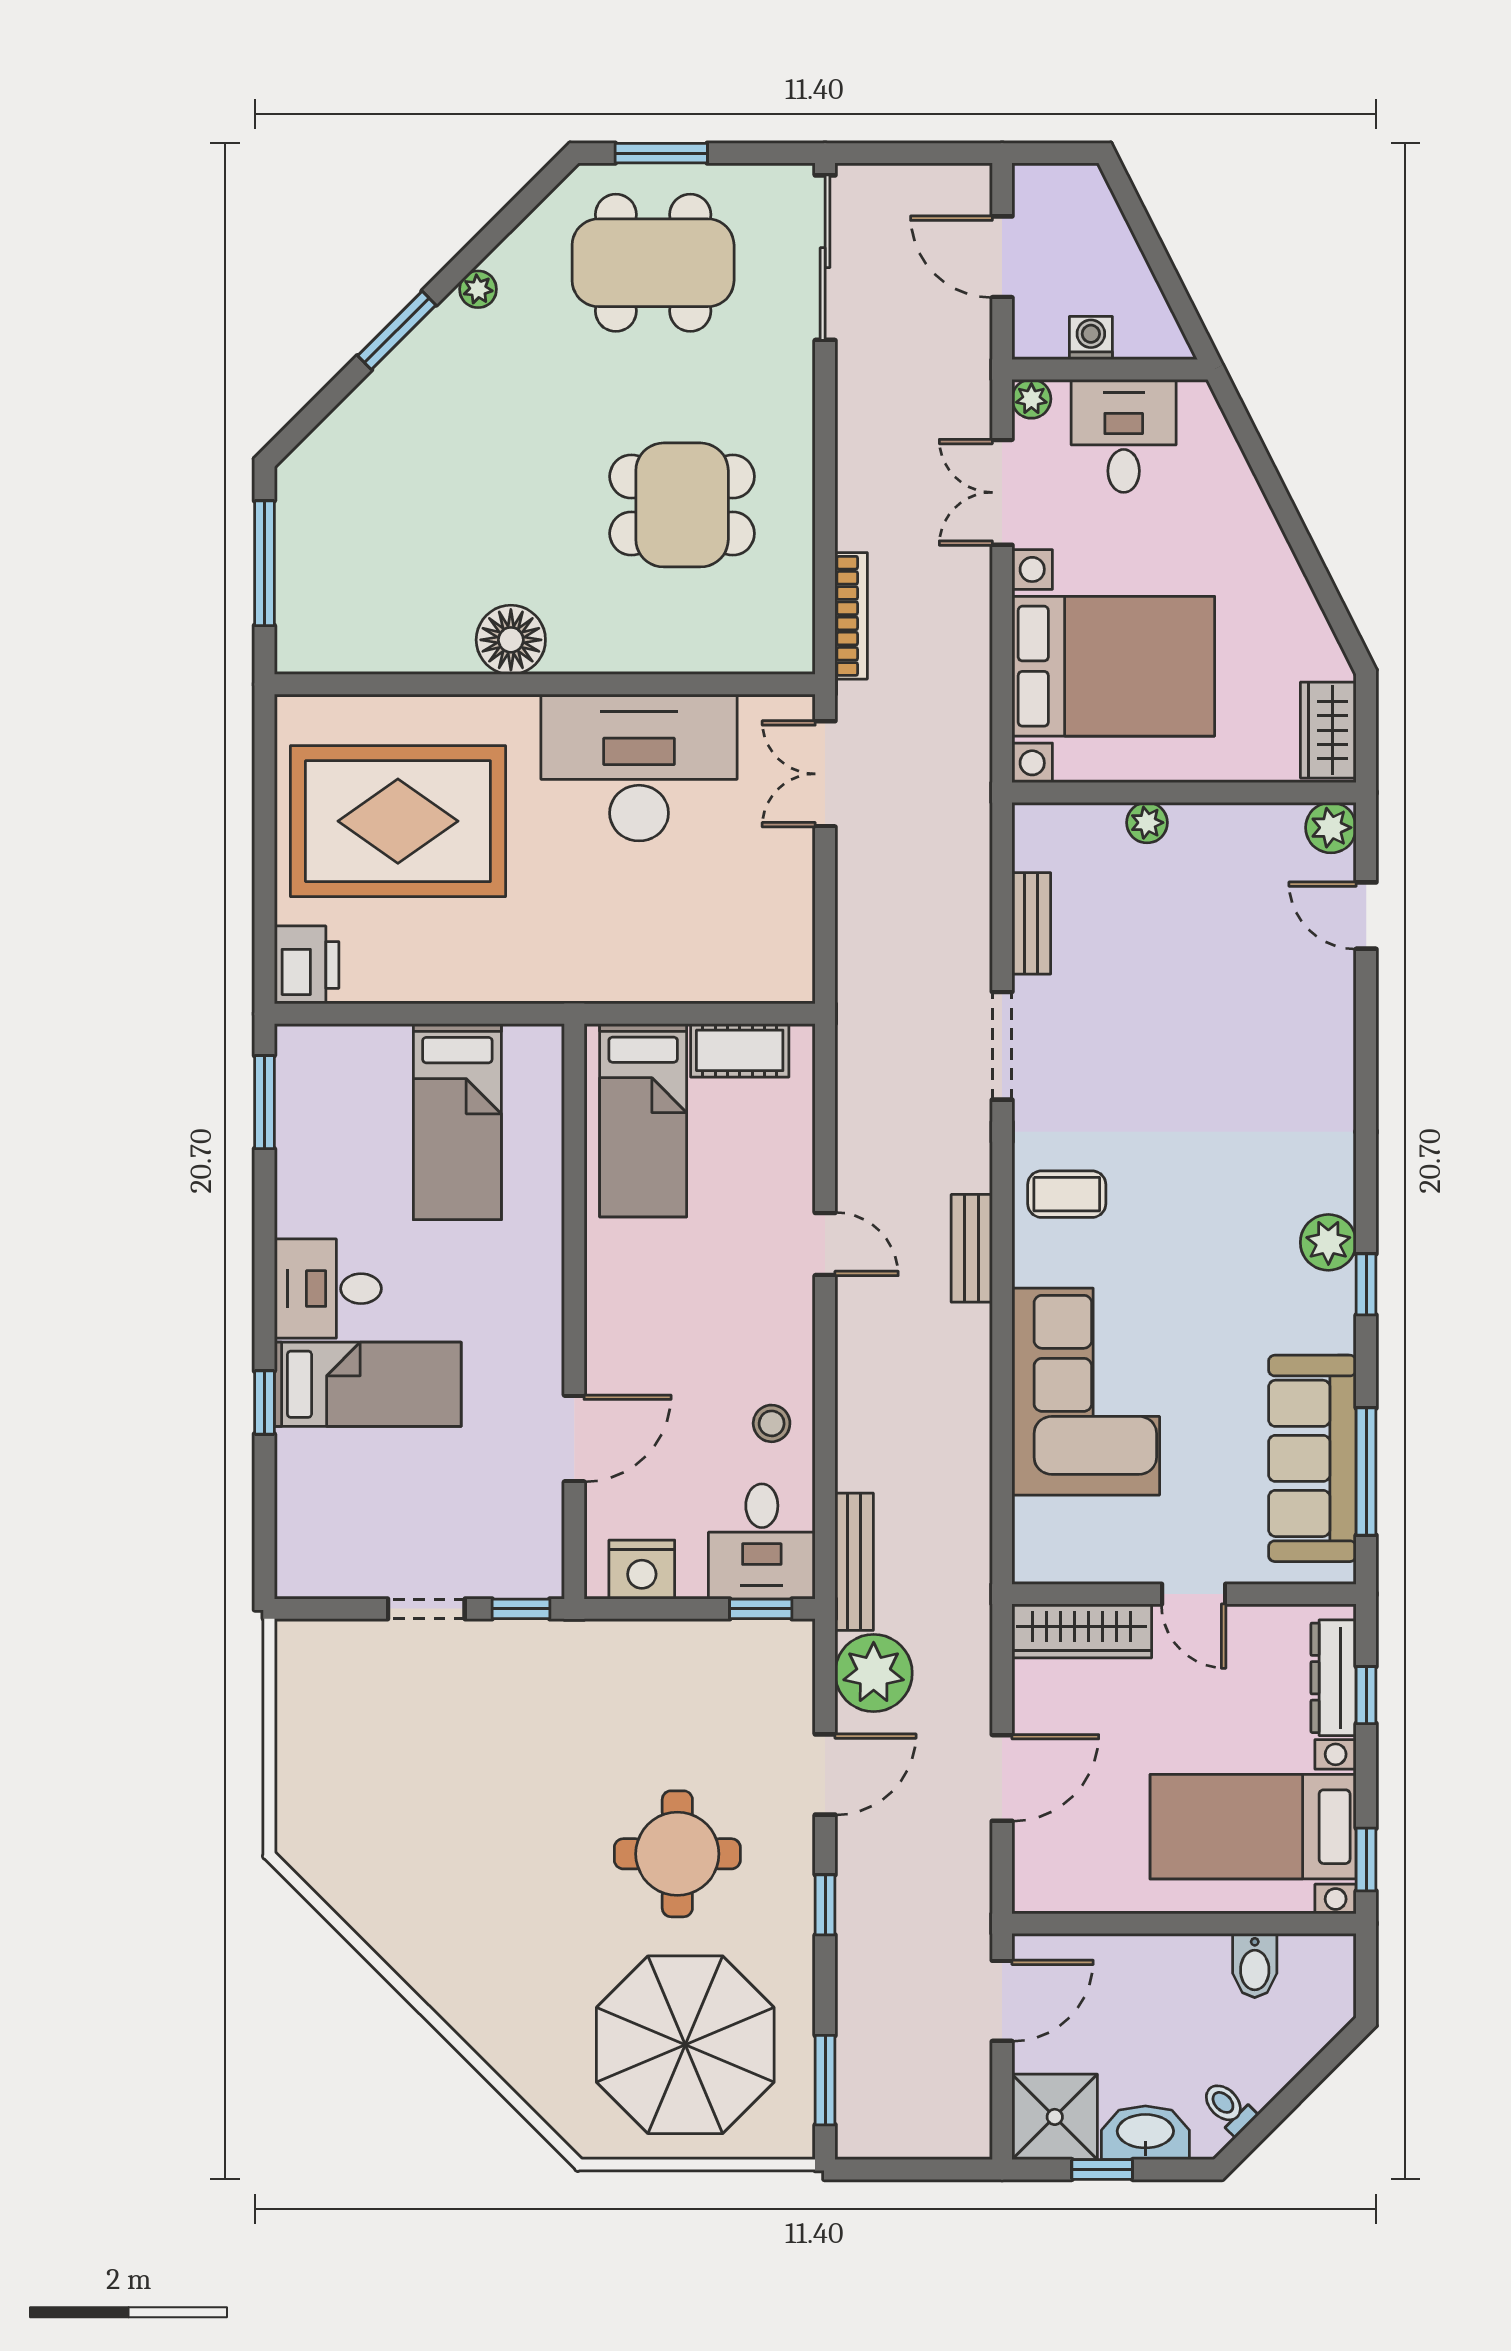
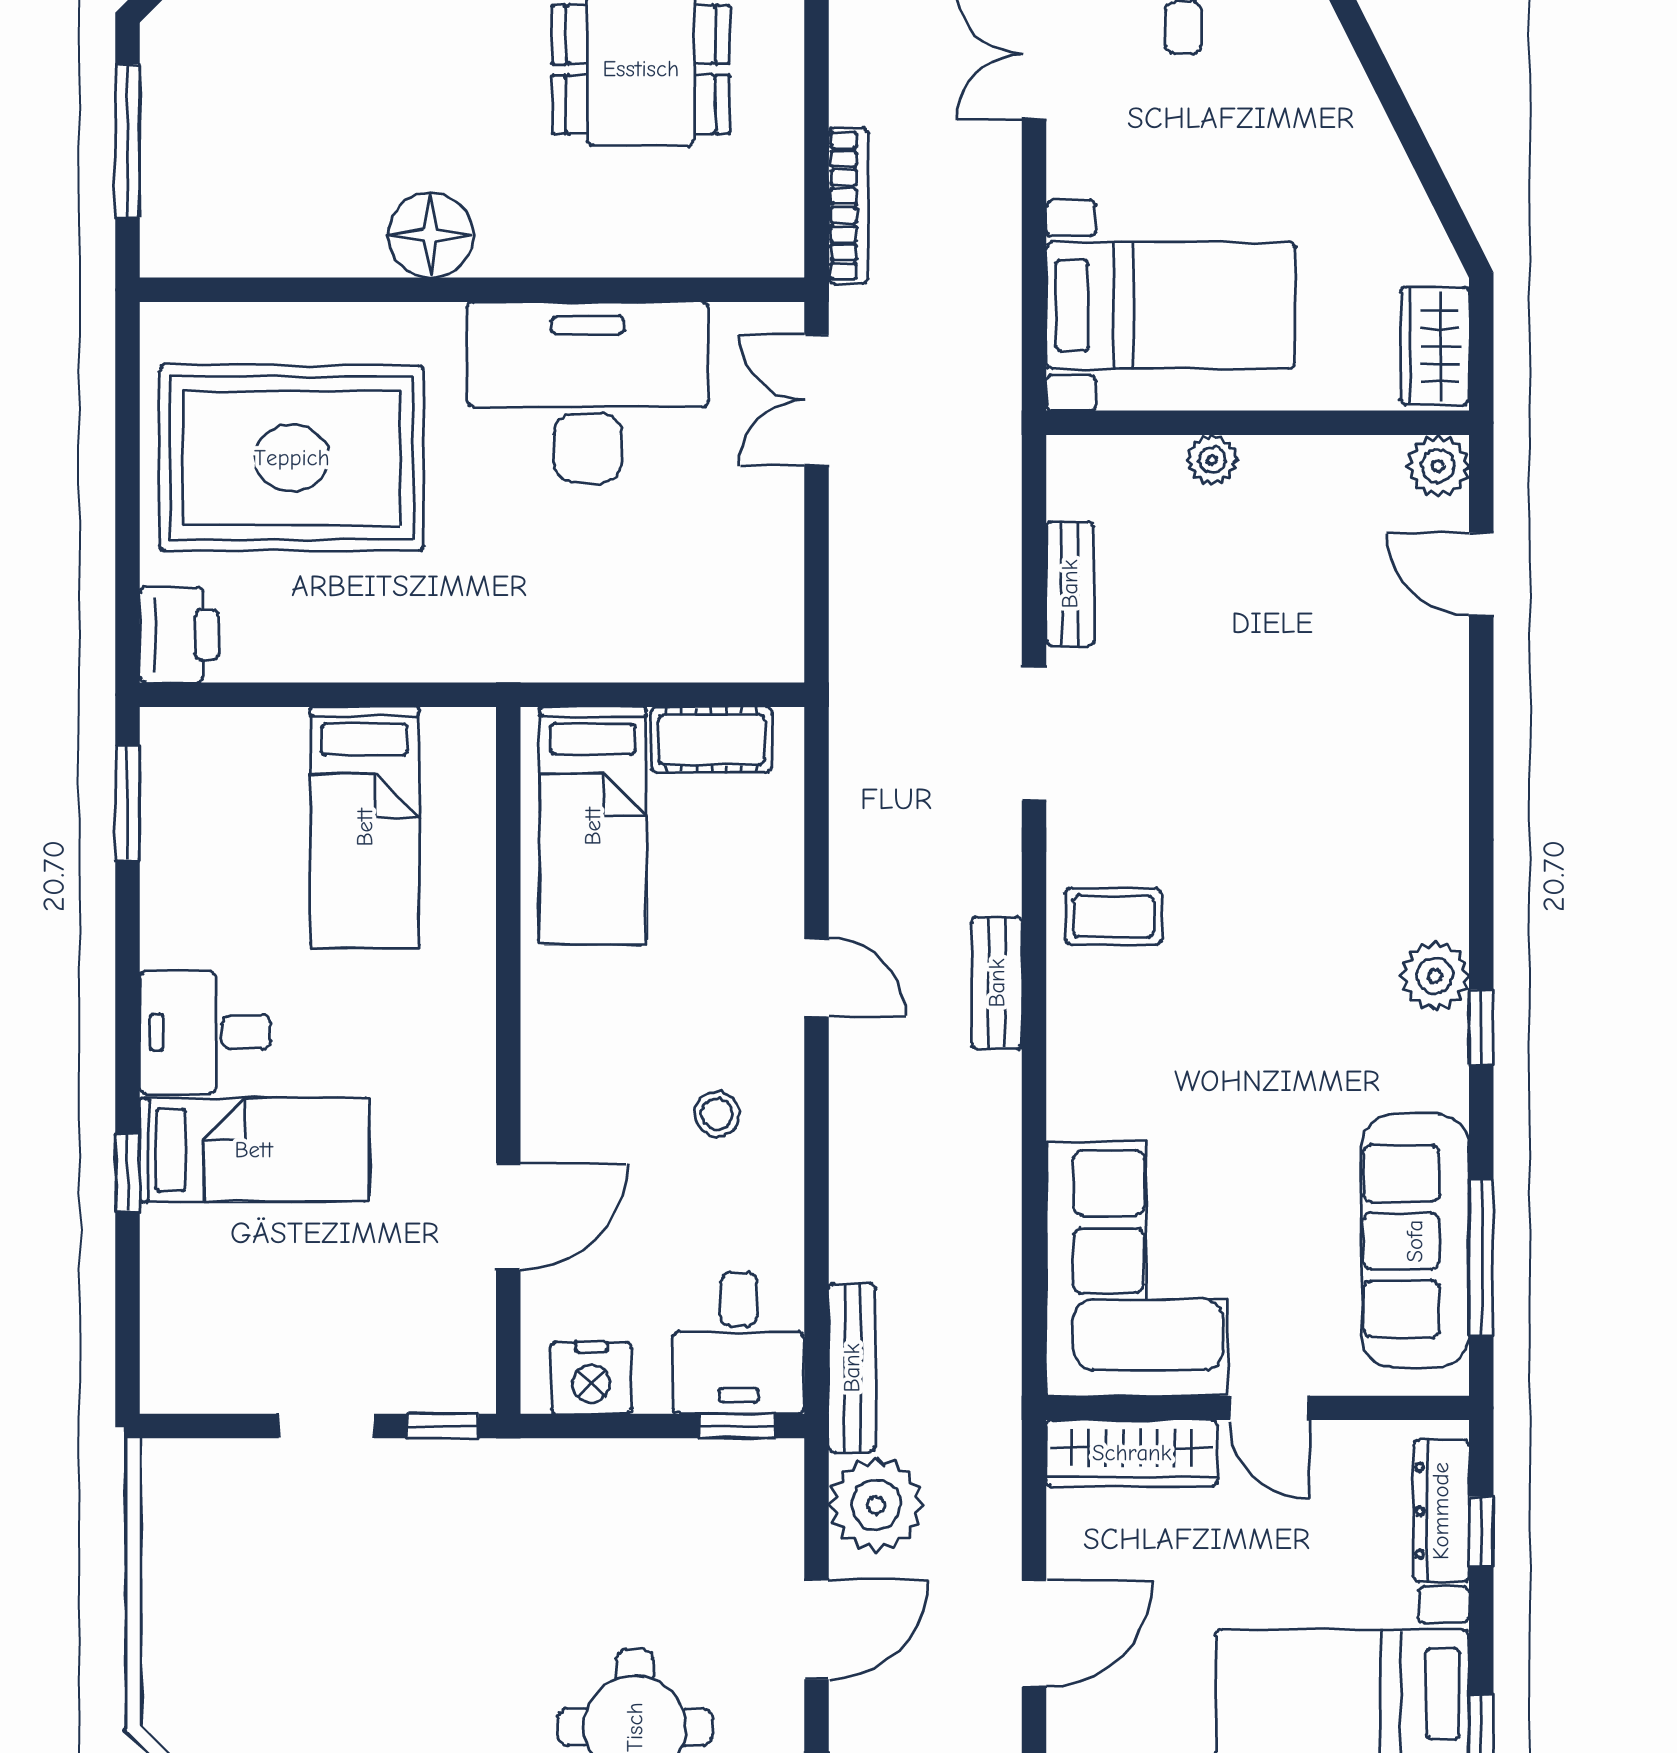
bed with nightstands: (1113, 666) -> (1171, 305), width x0.73
corner sofa: (1086, 1392) -> (1137, 1269), moved
stool: (772, 1423) -> (717, 1114), moved

